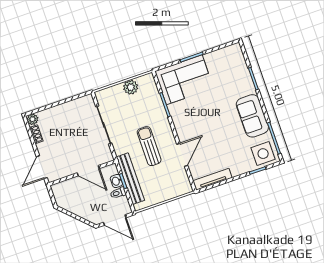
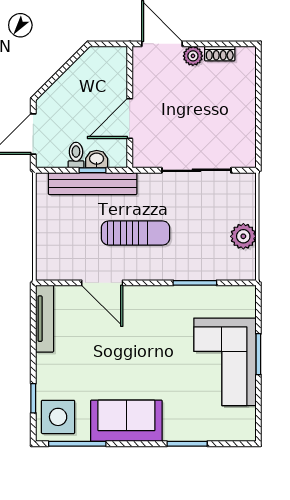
corner sofa: (184, 80) -> (225, 362), moved
plant: (33, 119) -> (193, 56), moved

